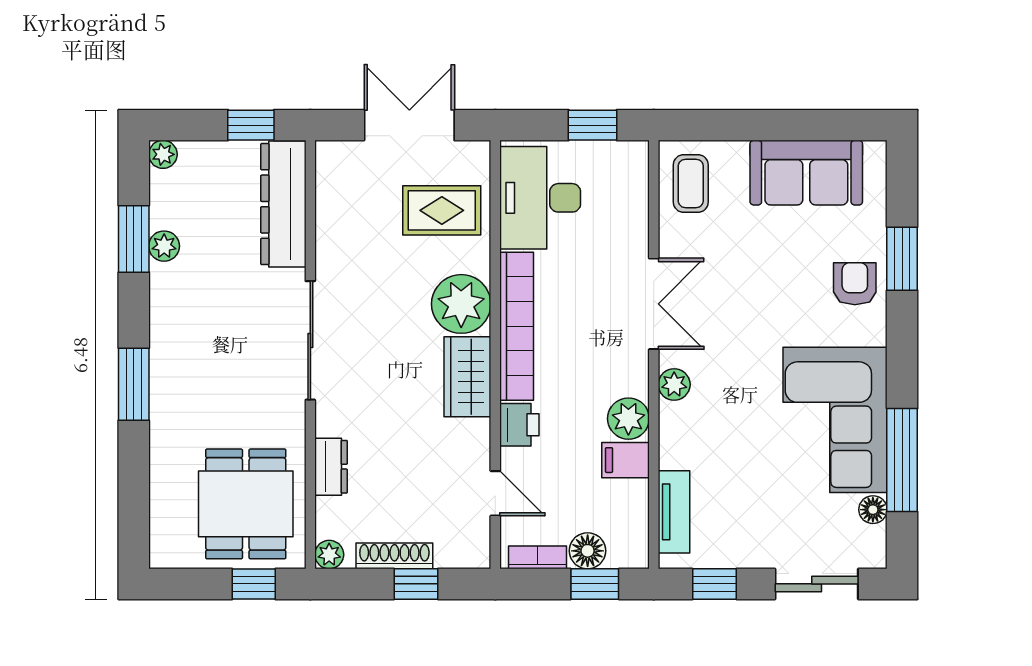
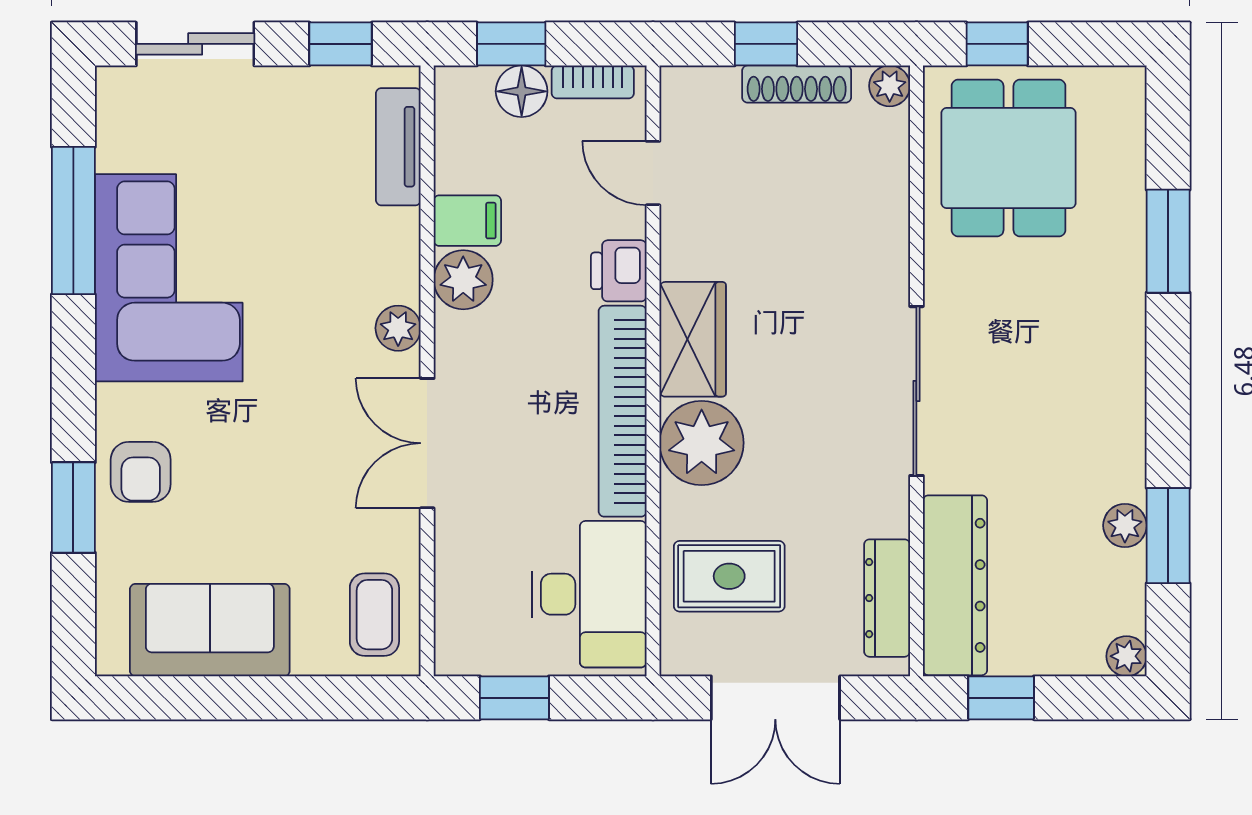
window: (134, 384) -> (1168, 241), moved
dresser: (331, 467) -> (887, 598), moved, width x1.44
floor lamp: (873, 510) -> (115, 150), removed

